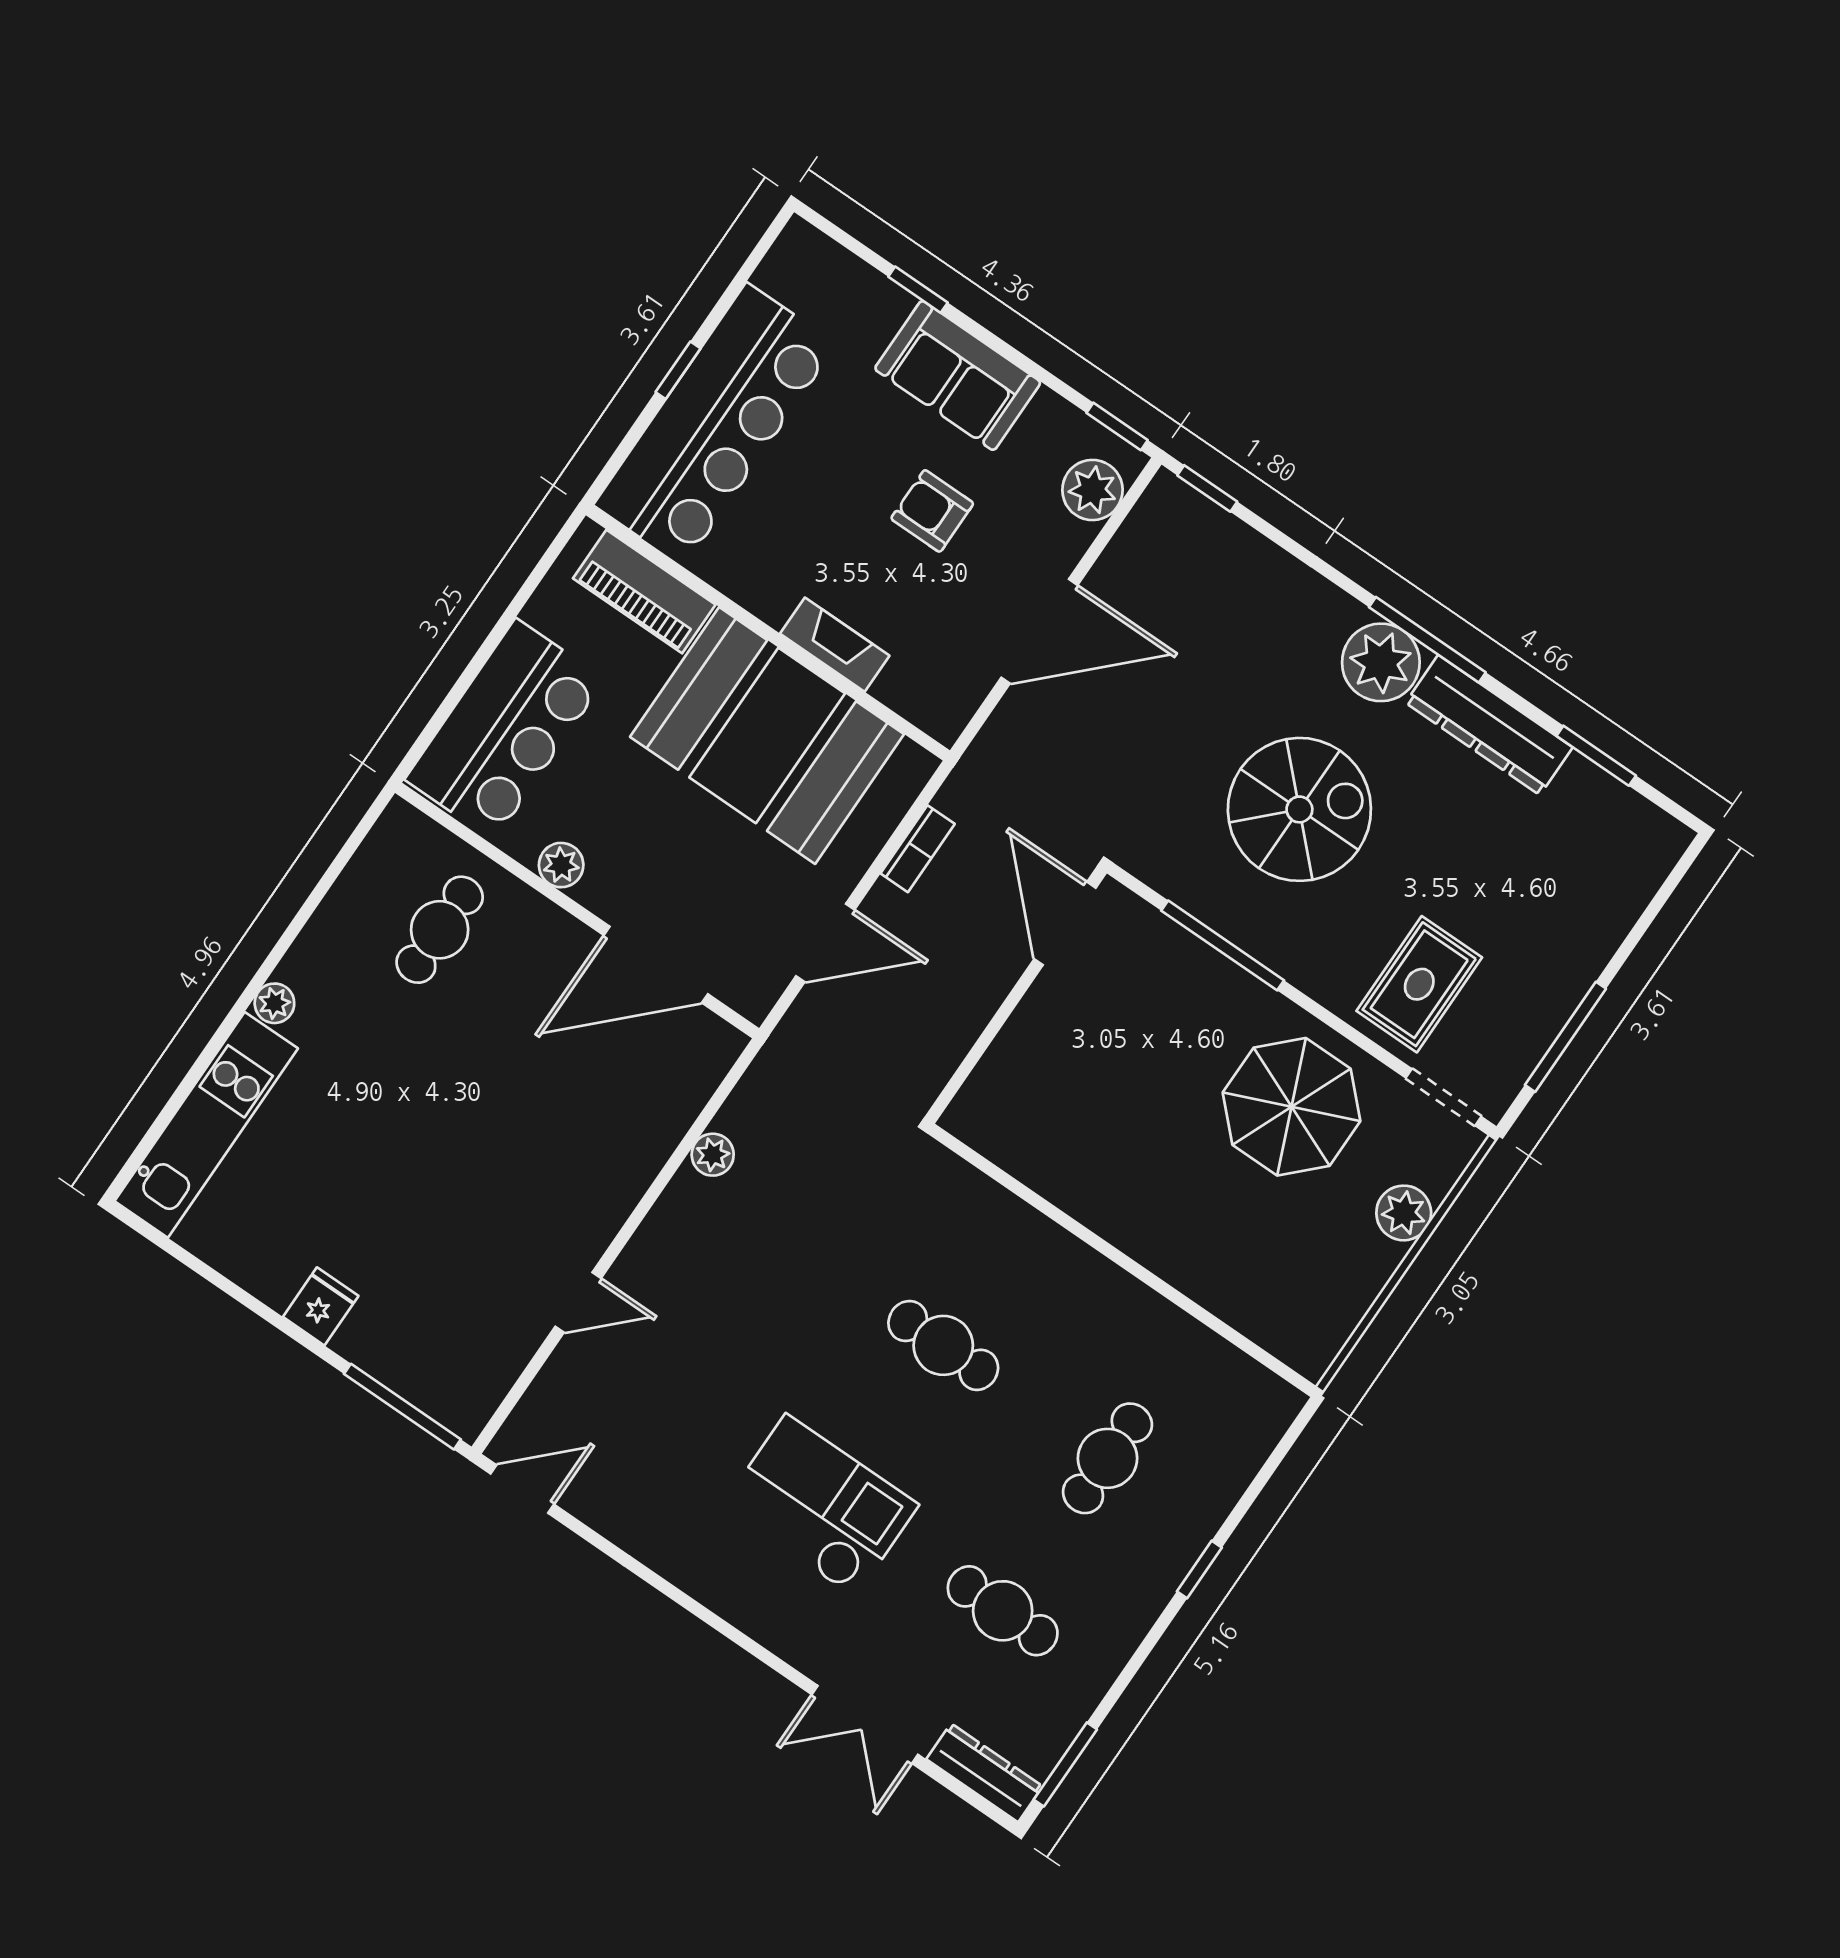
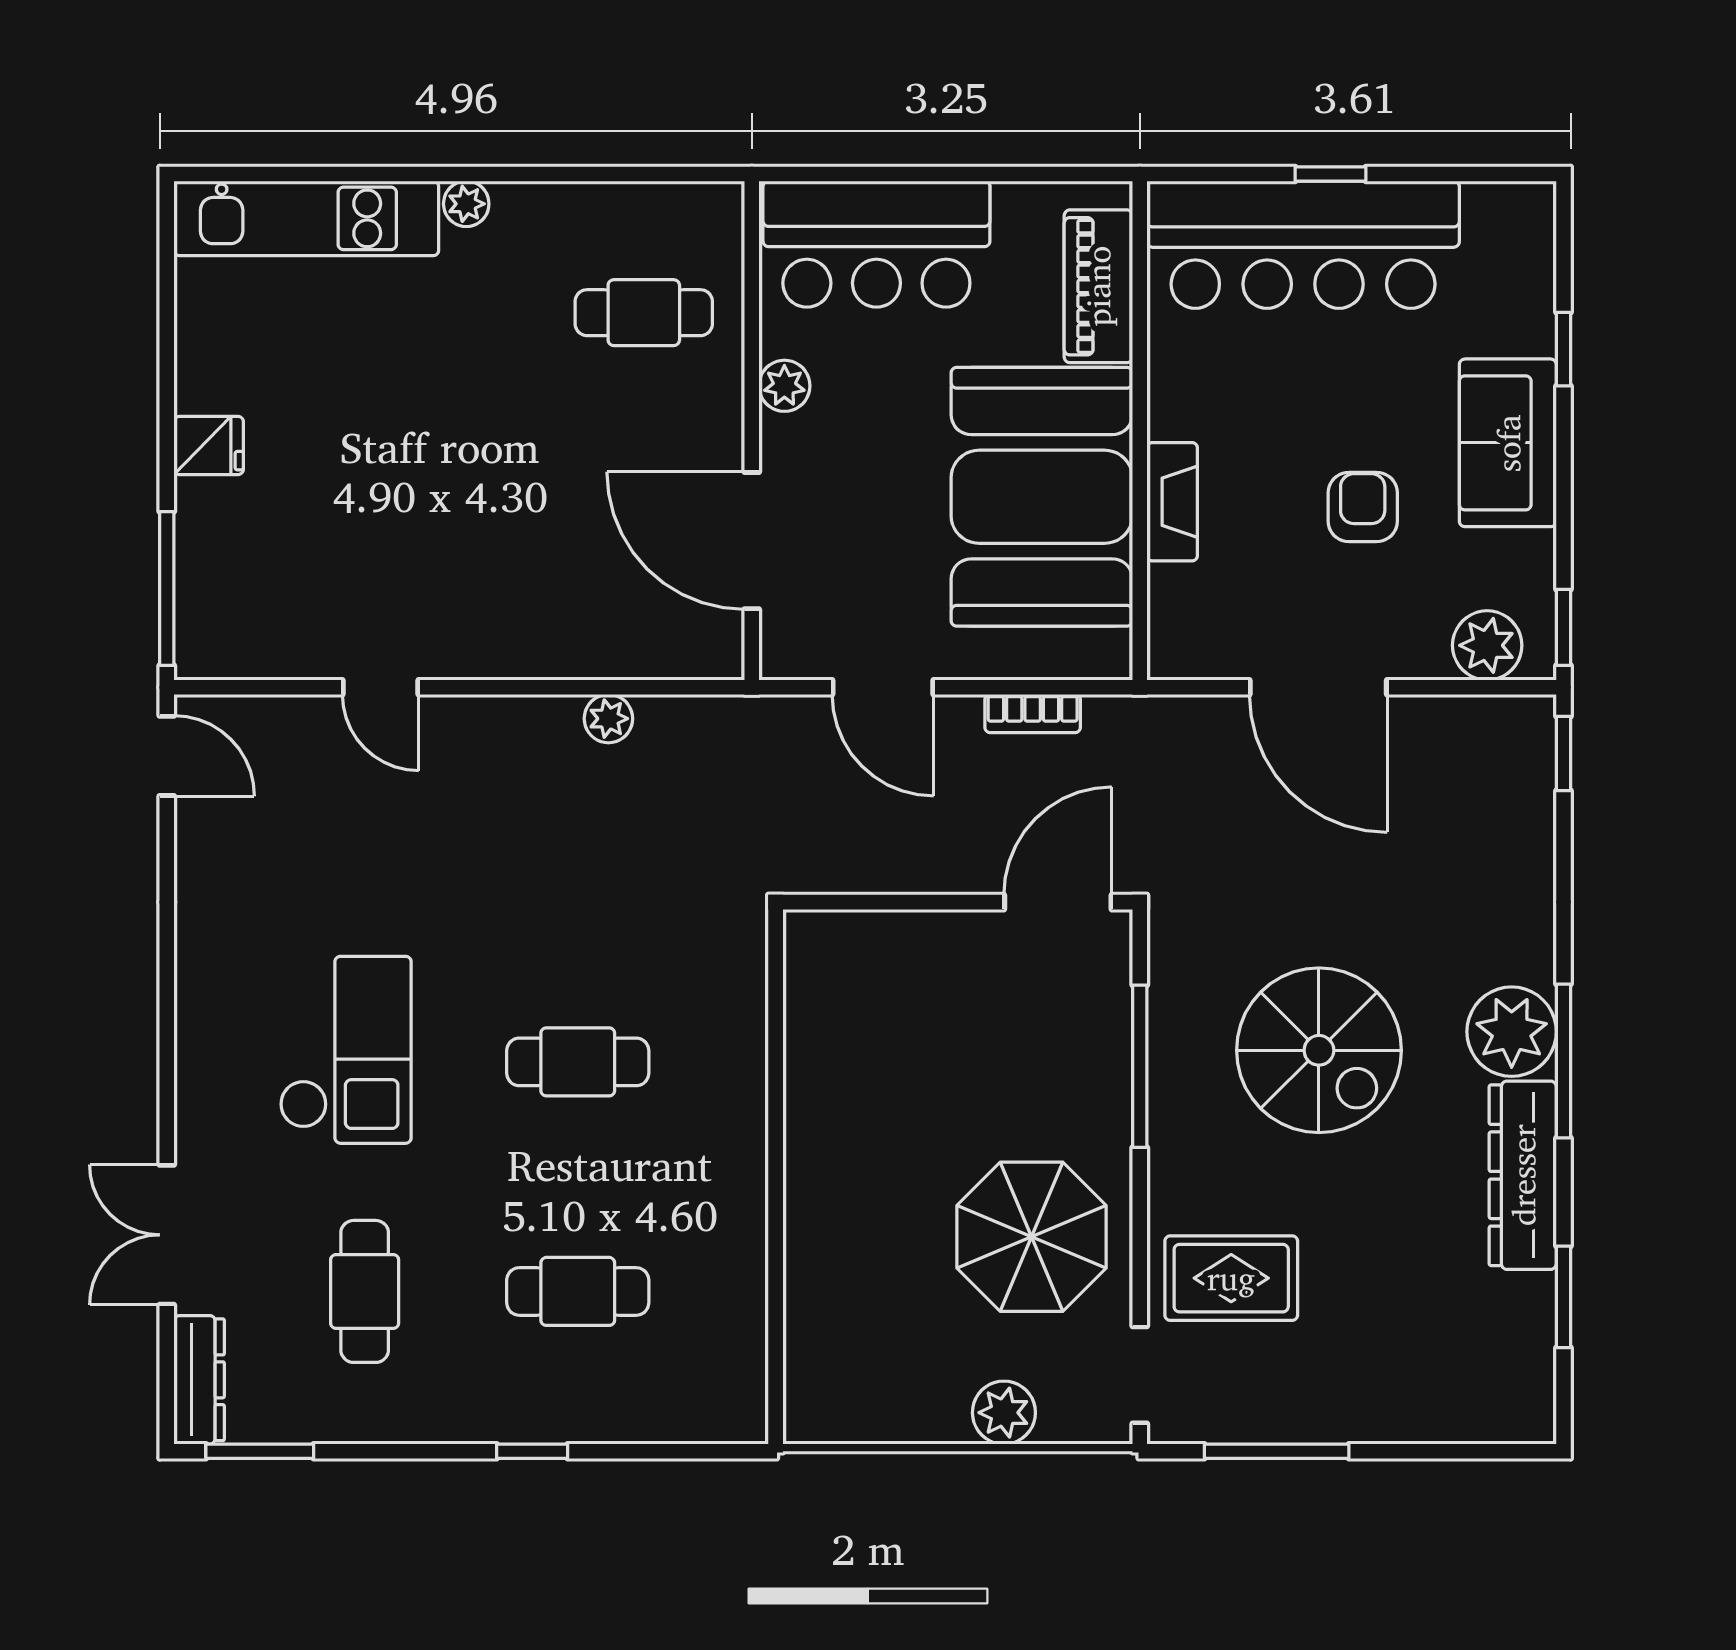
cafe table: (943, 1345) -> (578, 1062), turned 90

